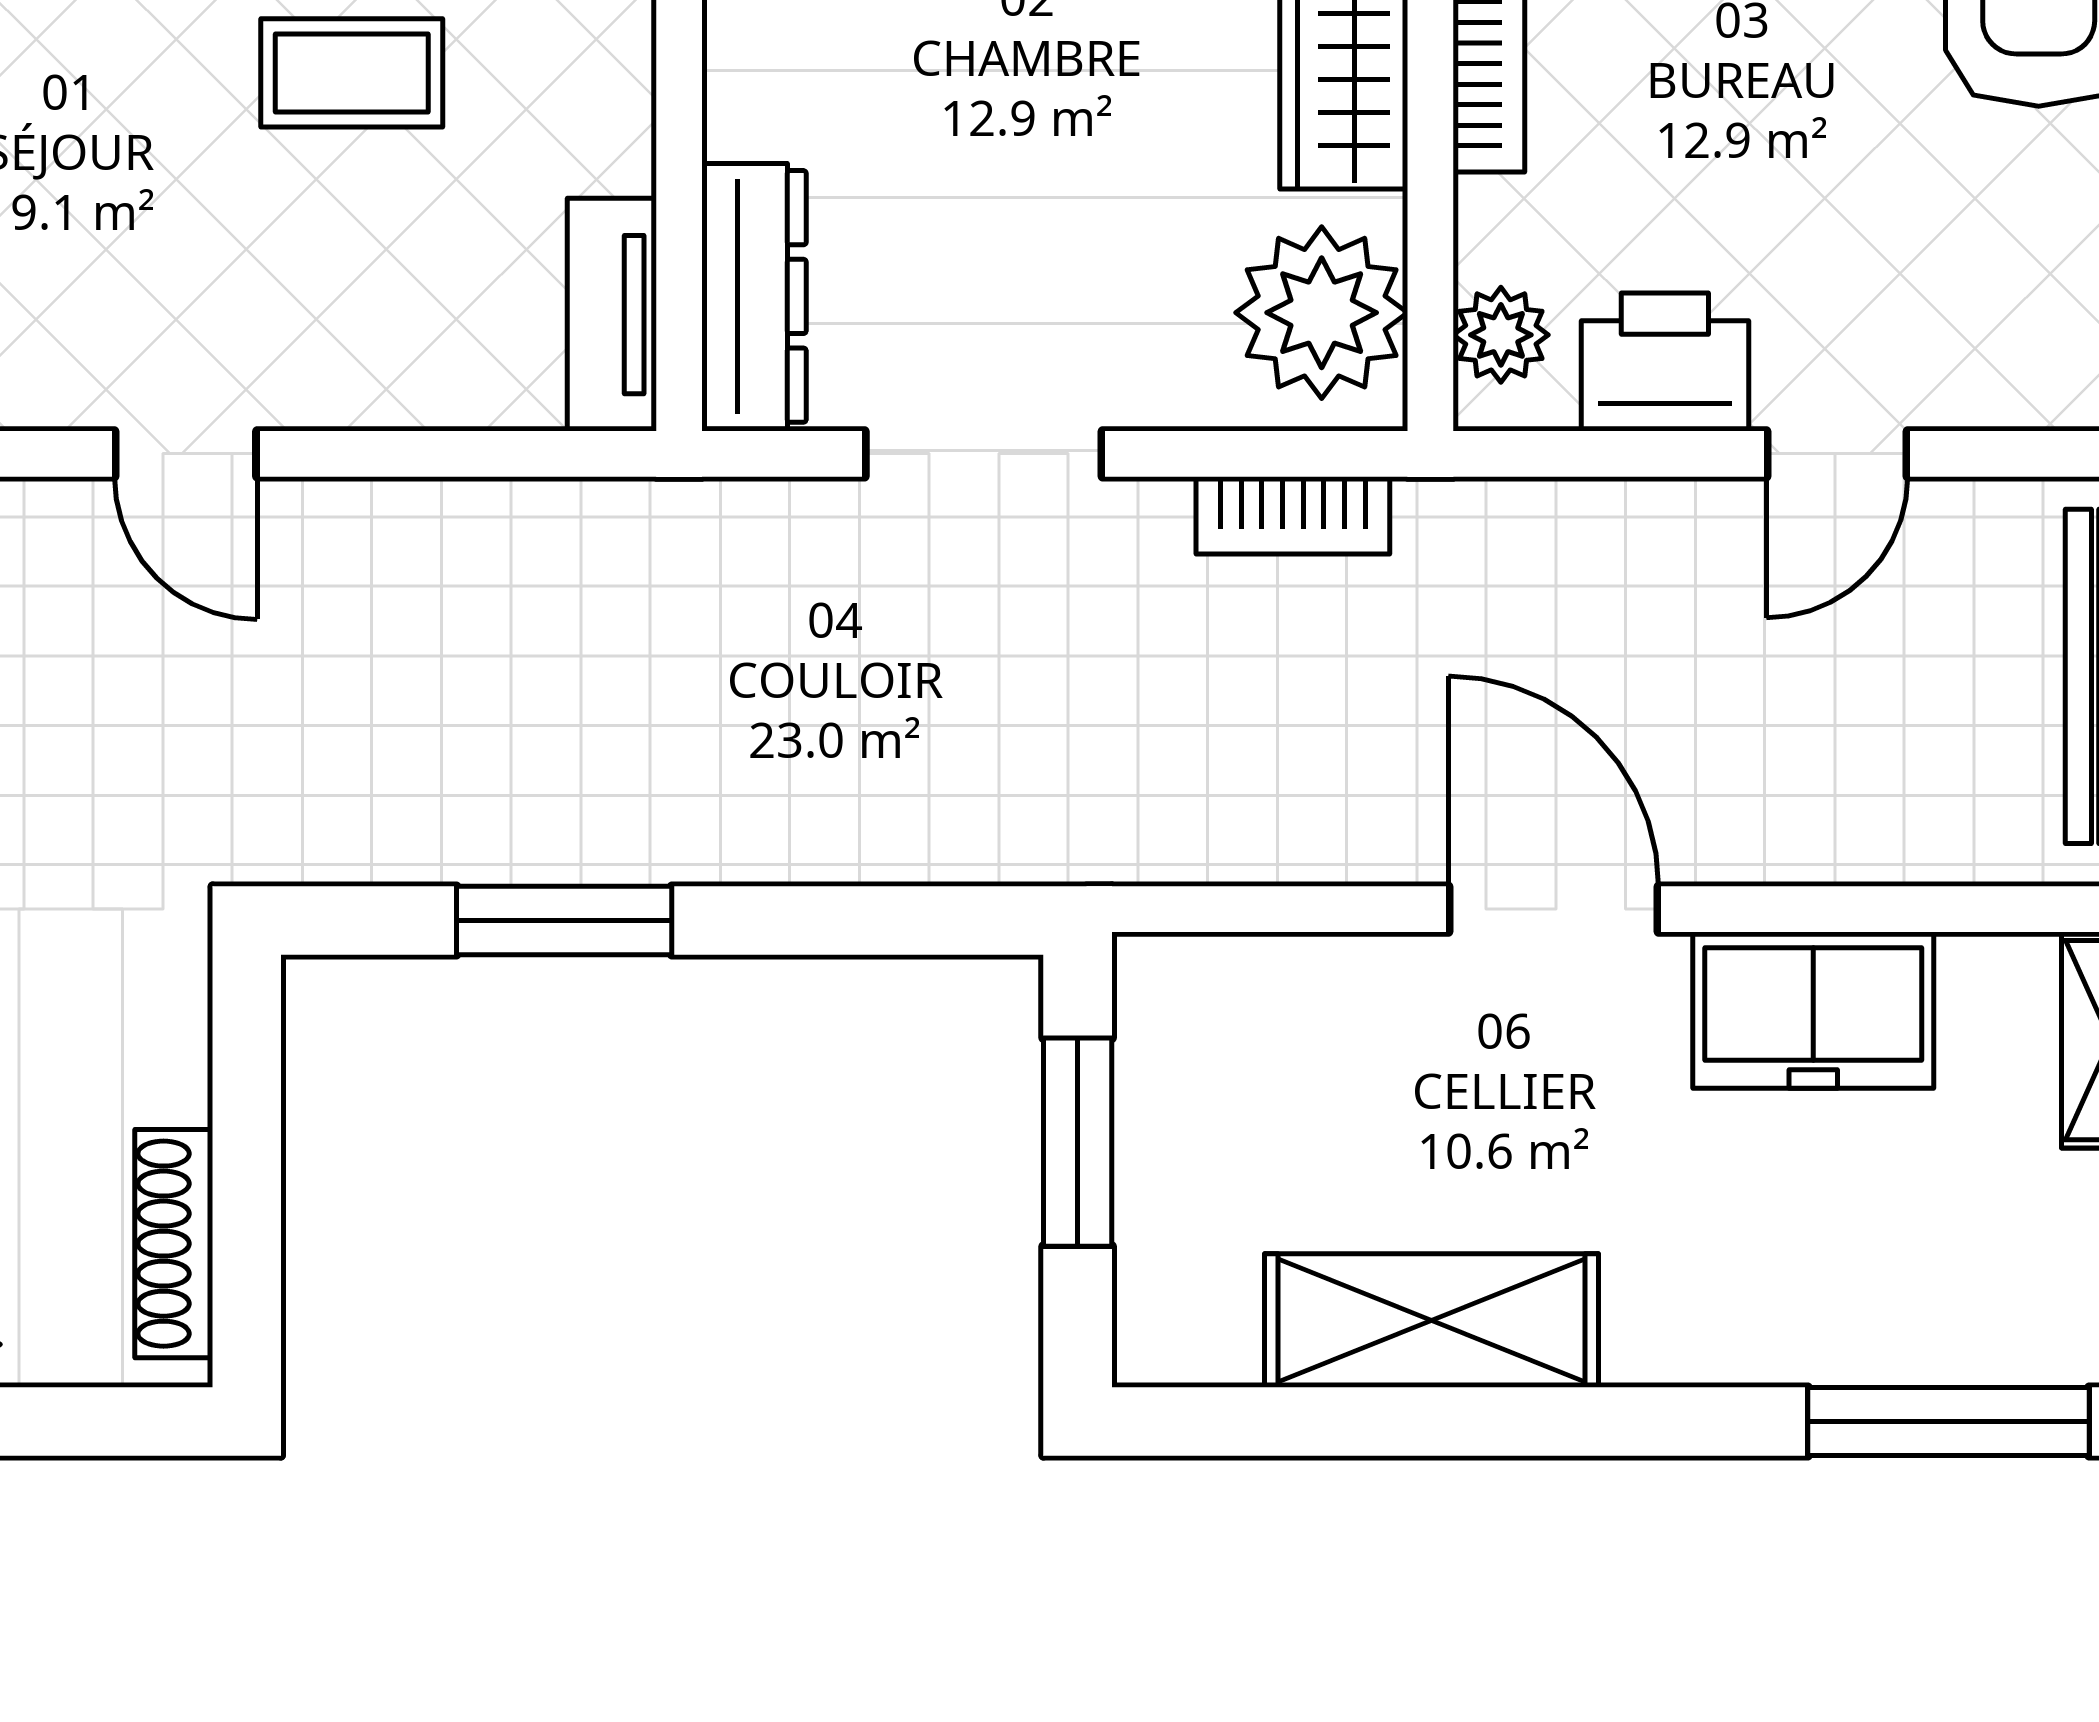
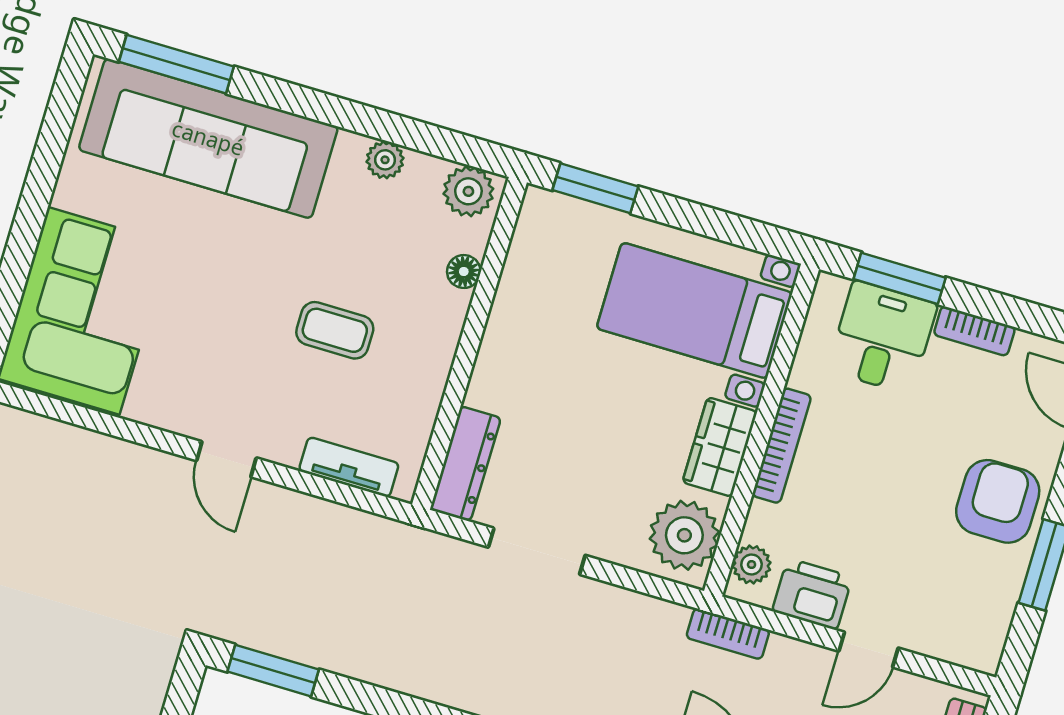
tv unit: (612, 315) -> (349, 467), moved, turned 90
bookcase: (1293, 515) -> (728, 634), moved
window: (564, 921) -> (273, 671), moved

